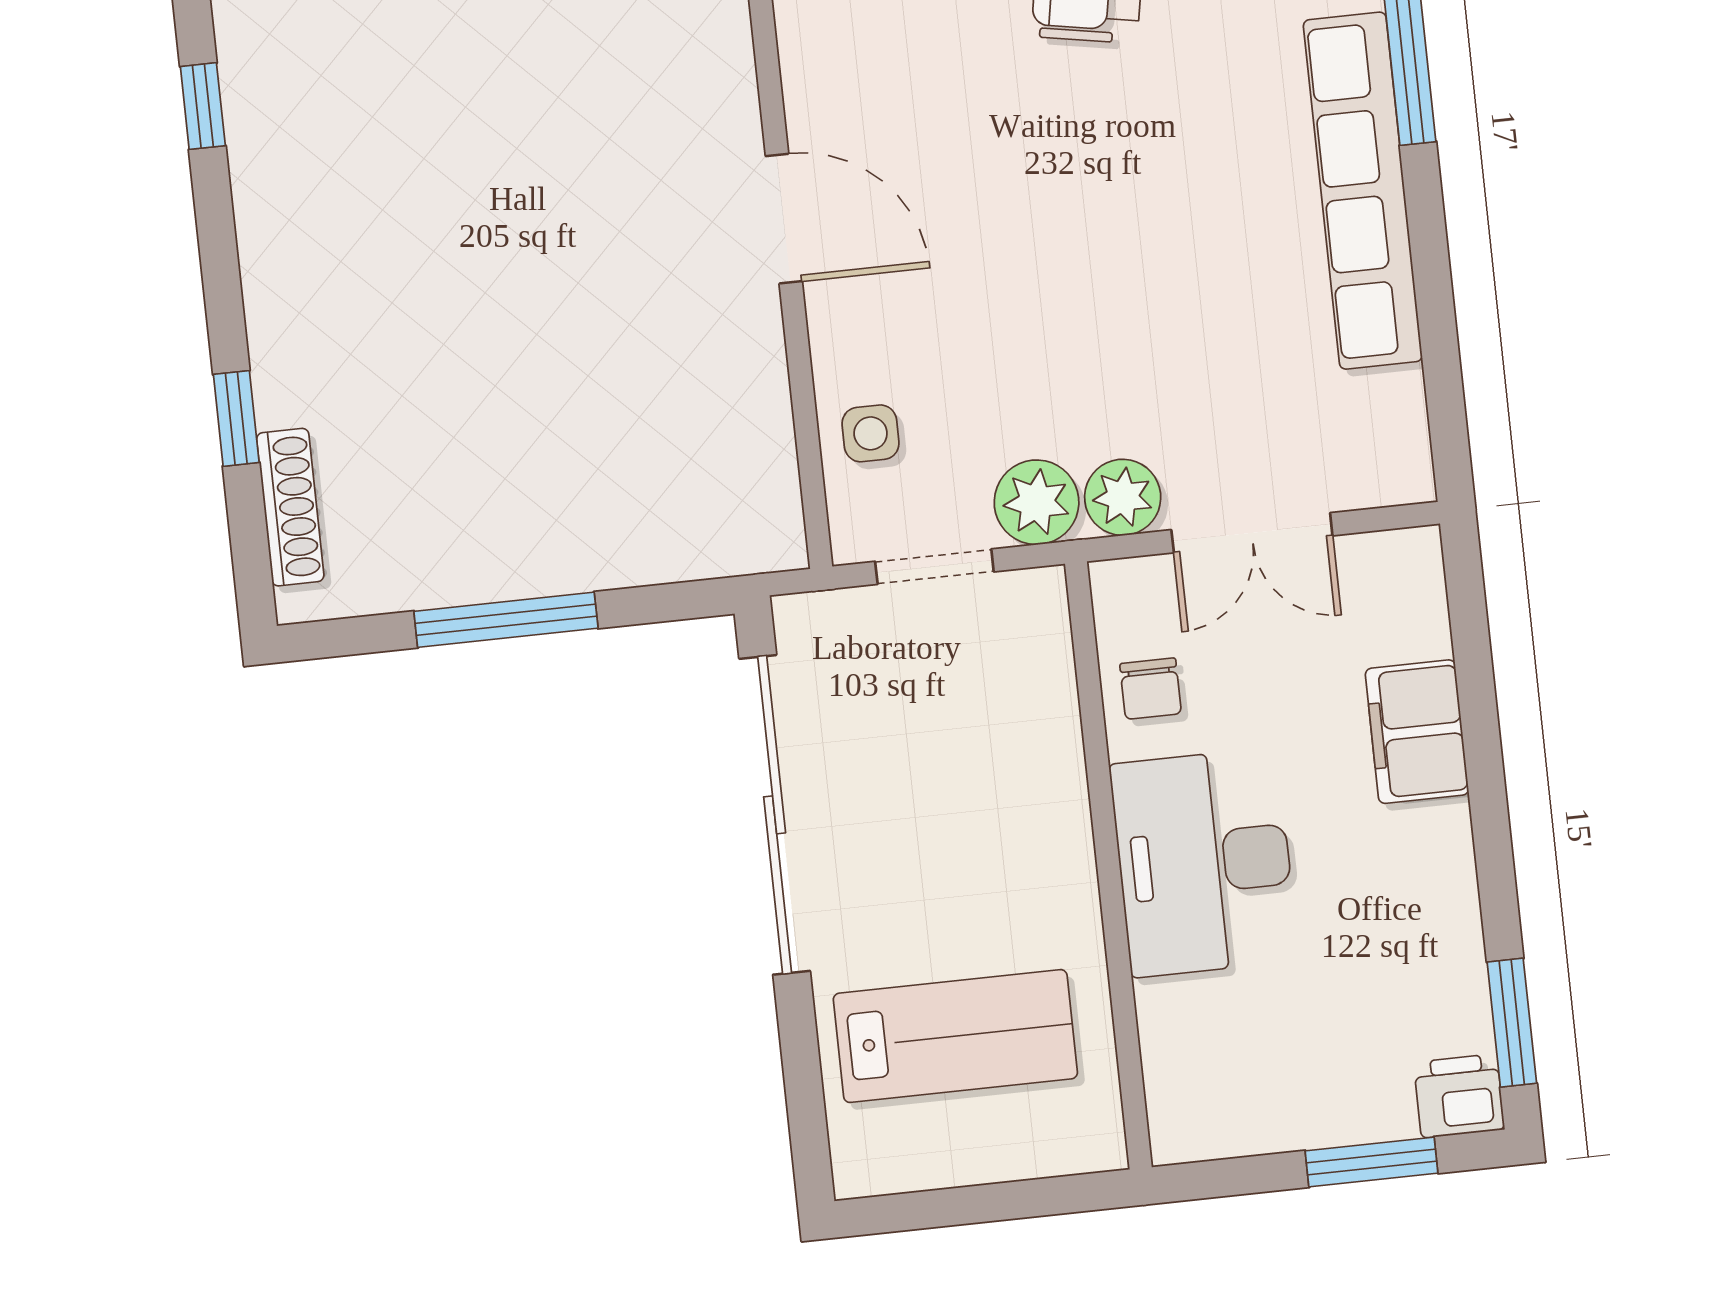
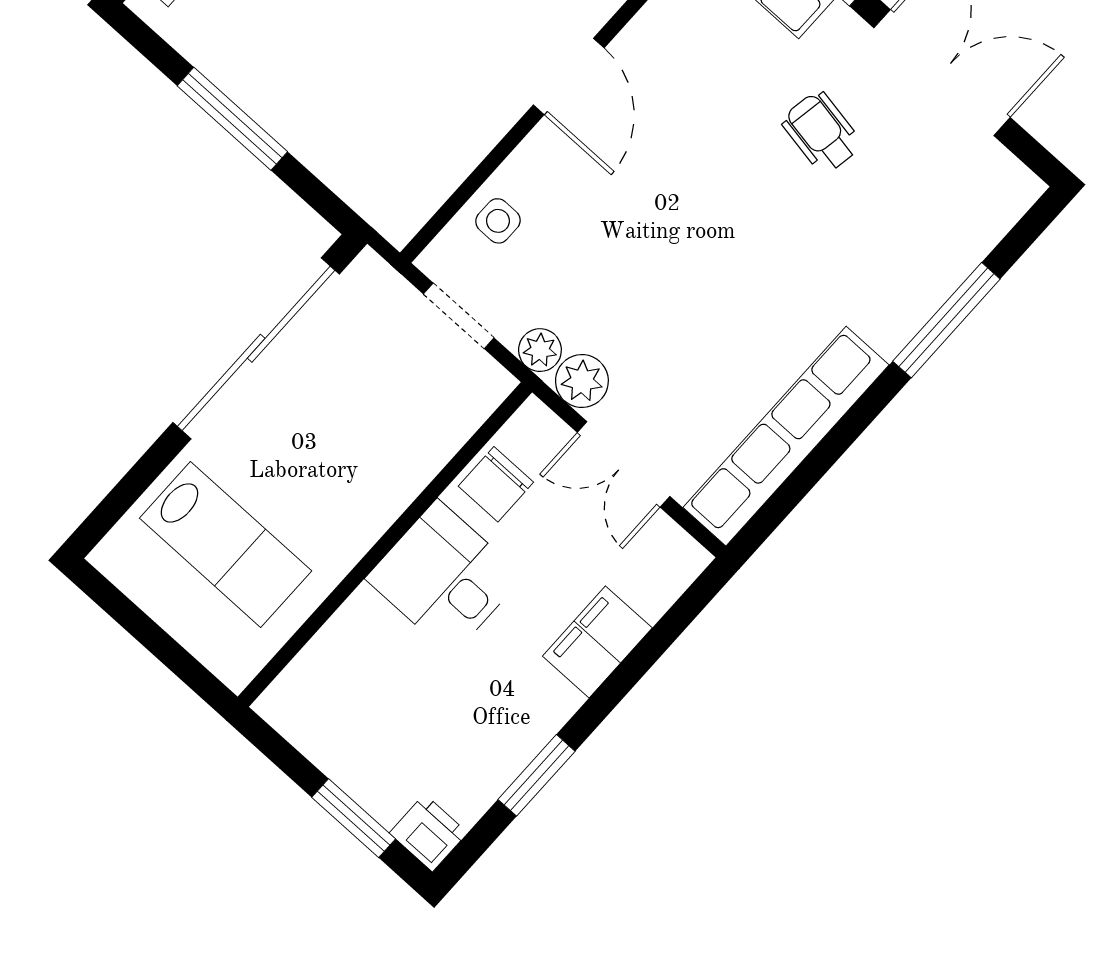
row of seats: (1363, 191) -> (786, 436), moved
plant: (1037, 502) -> (540, 350), width x0.73, depth x0.73
chair: (1151, 689) -> (496, 484), width x1.37, depth x1.37
desk: (1204, 862) -> (444, 577), width x0.73
window: (1512, 1023) -> (537, 775), moved

